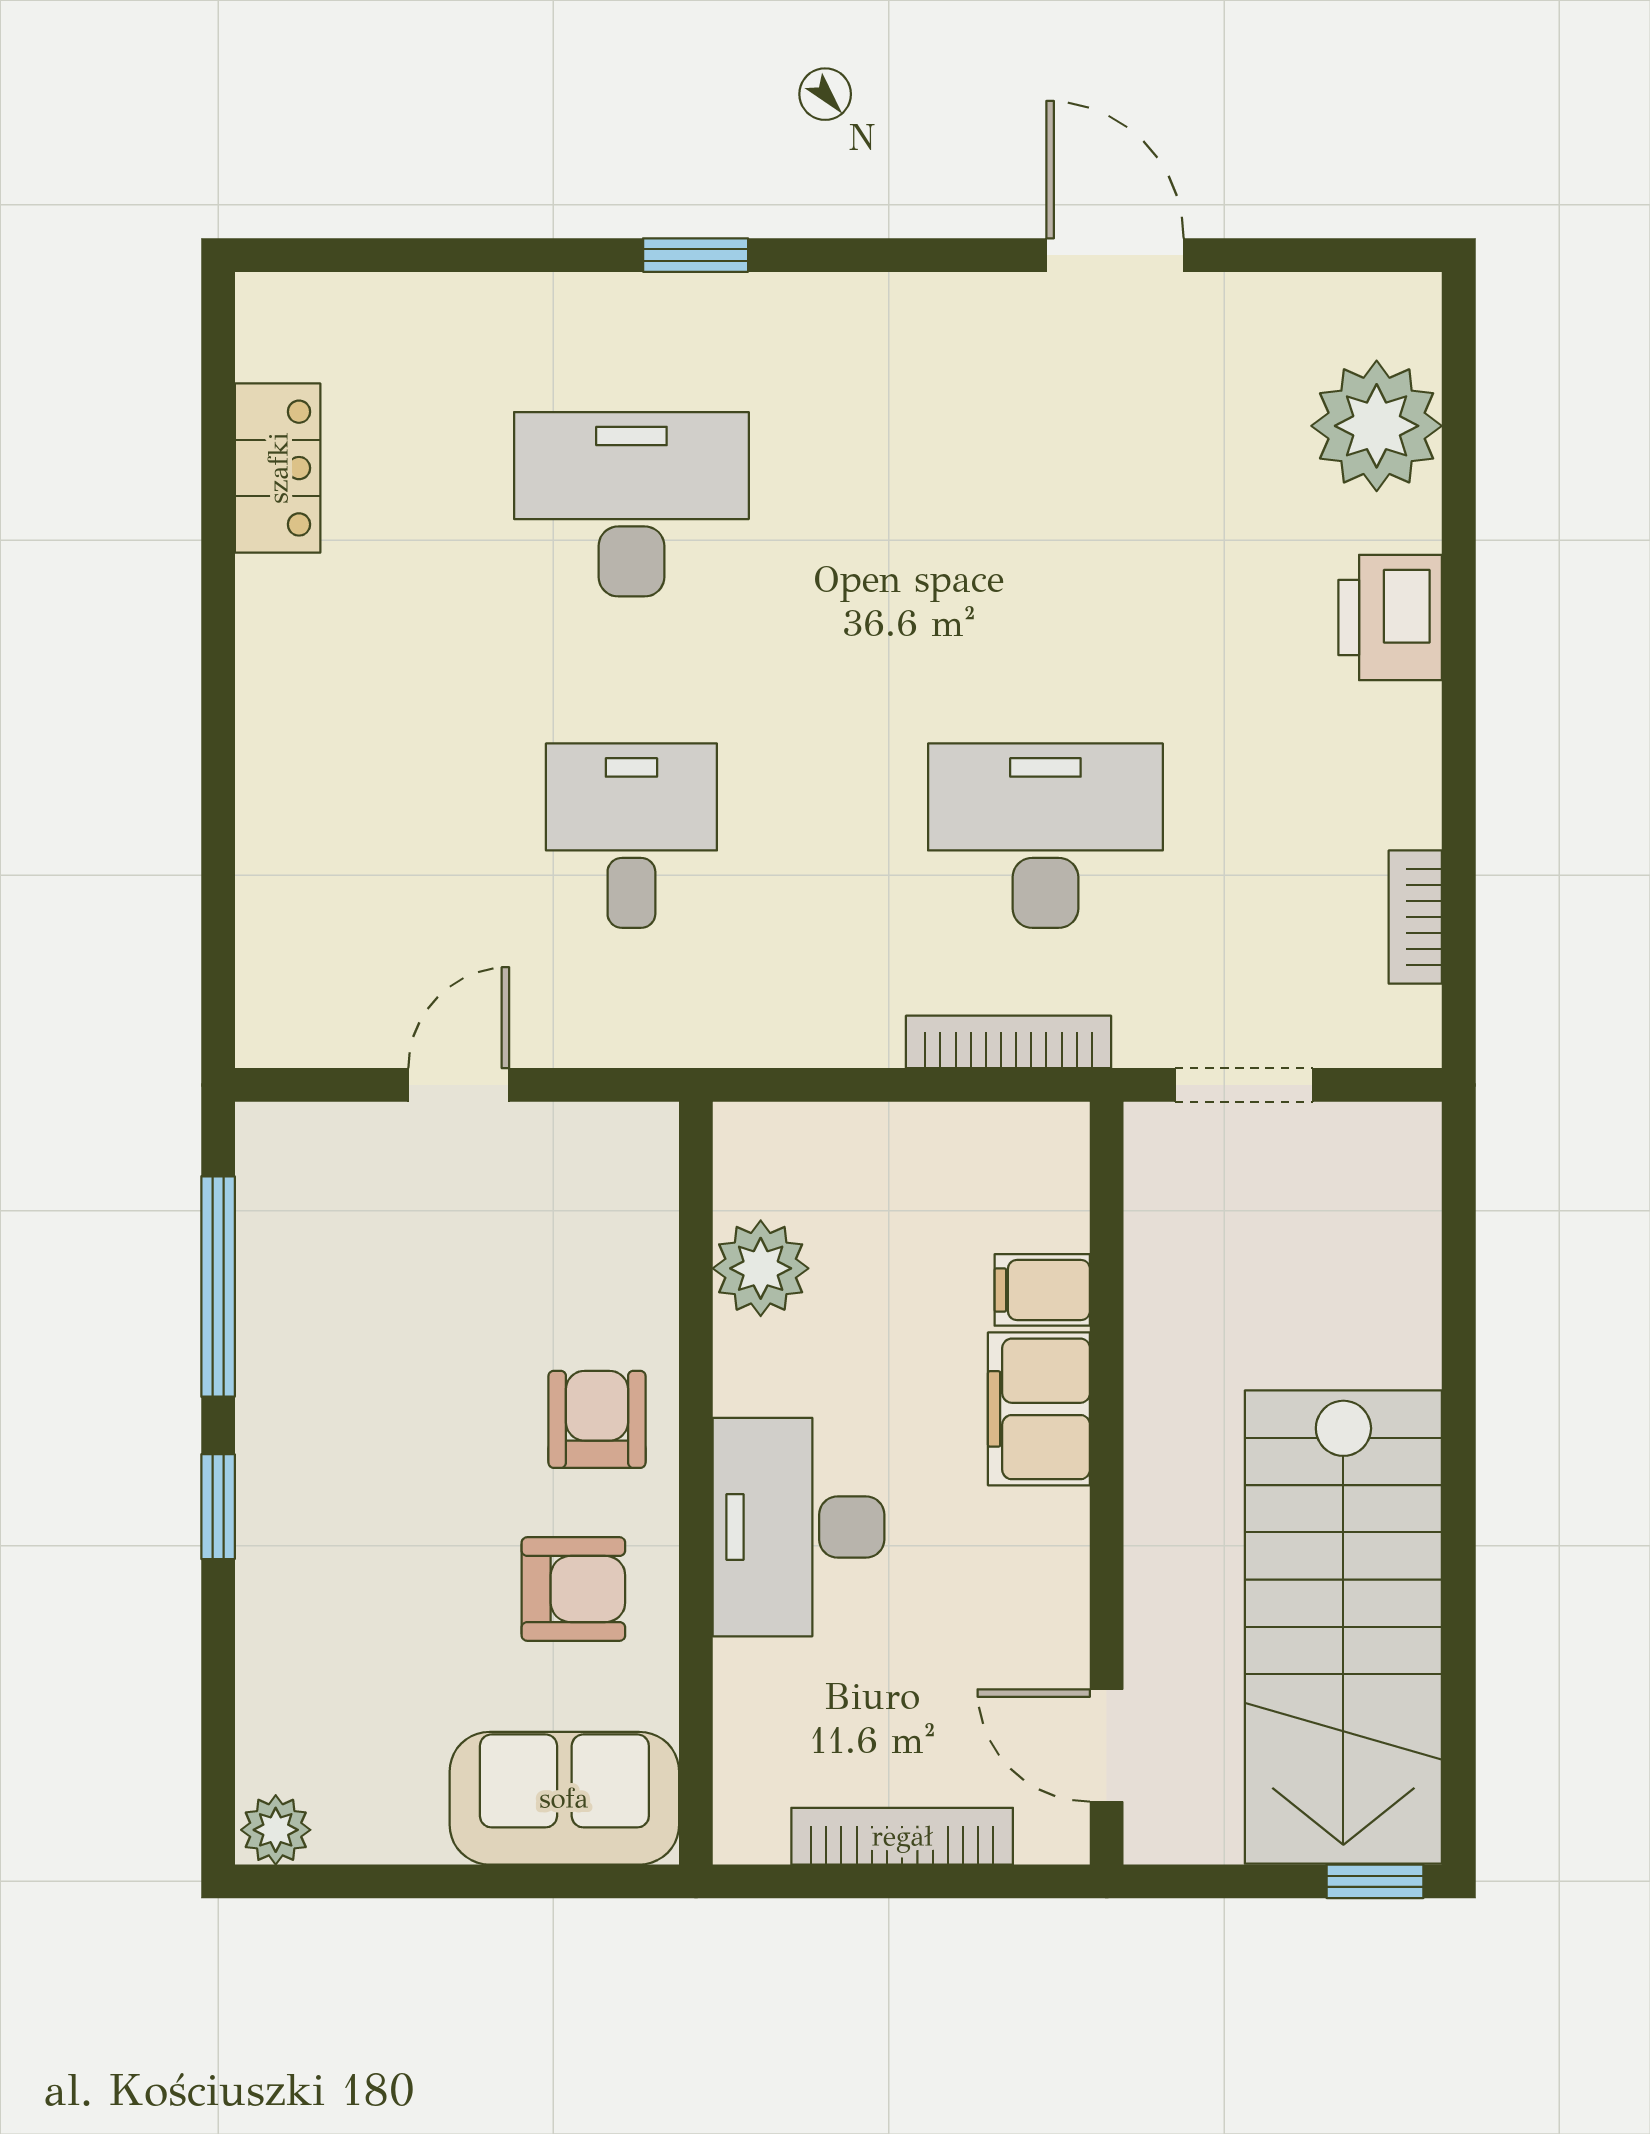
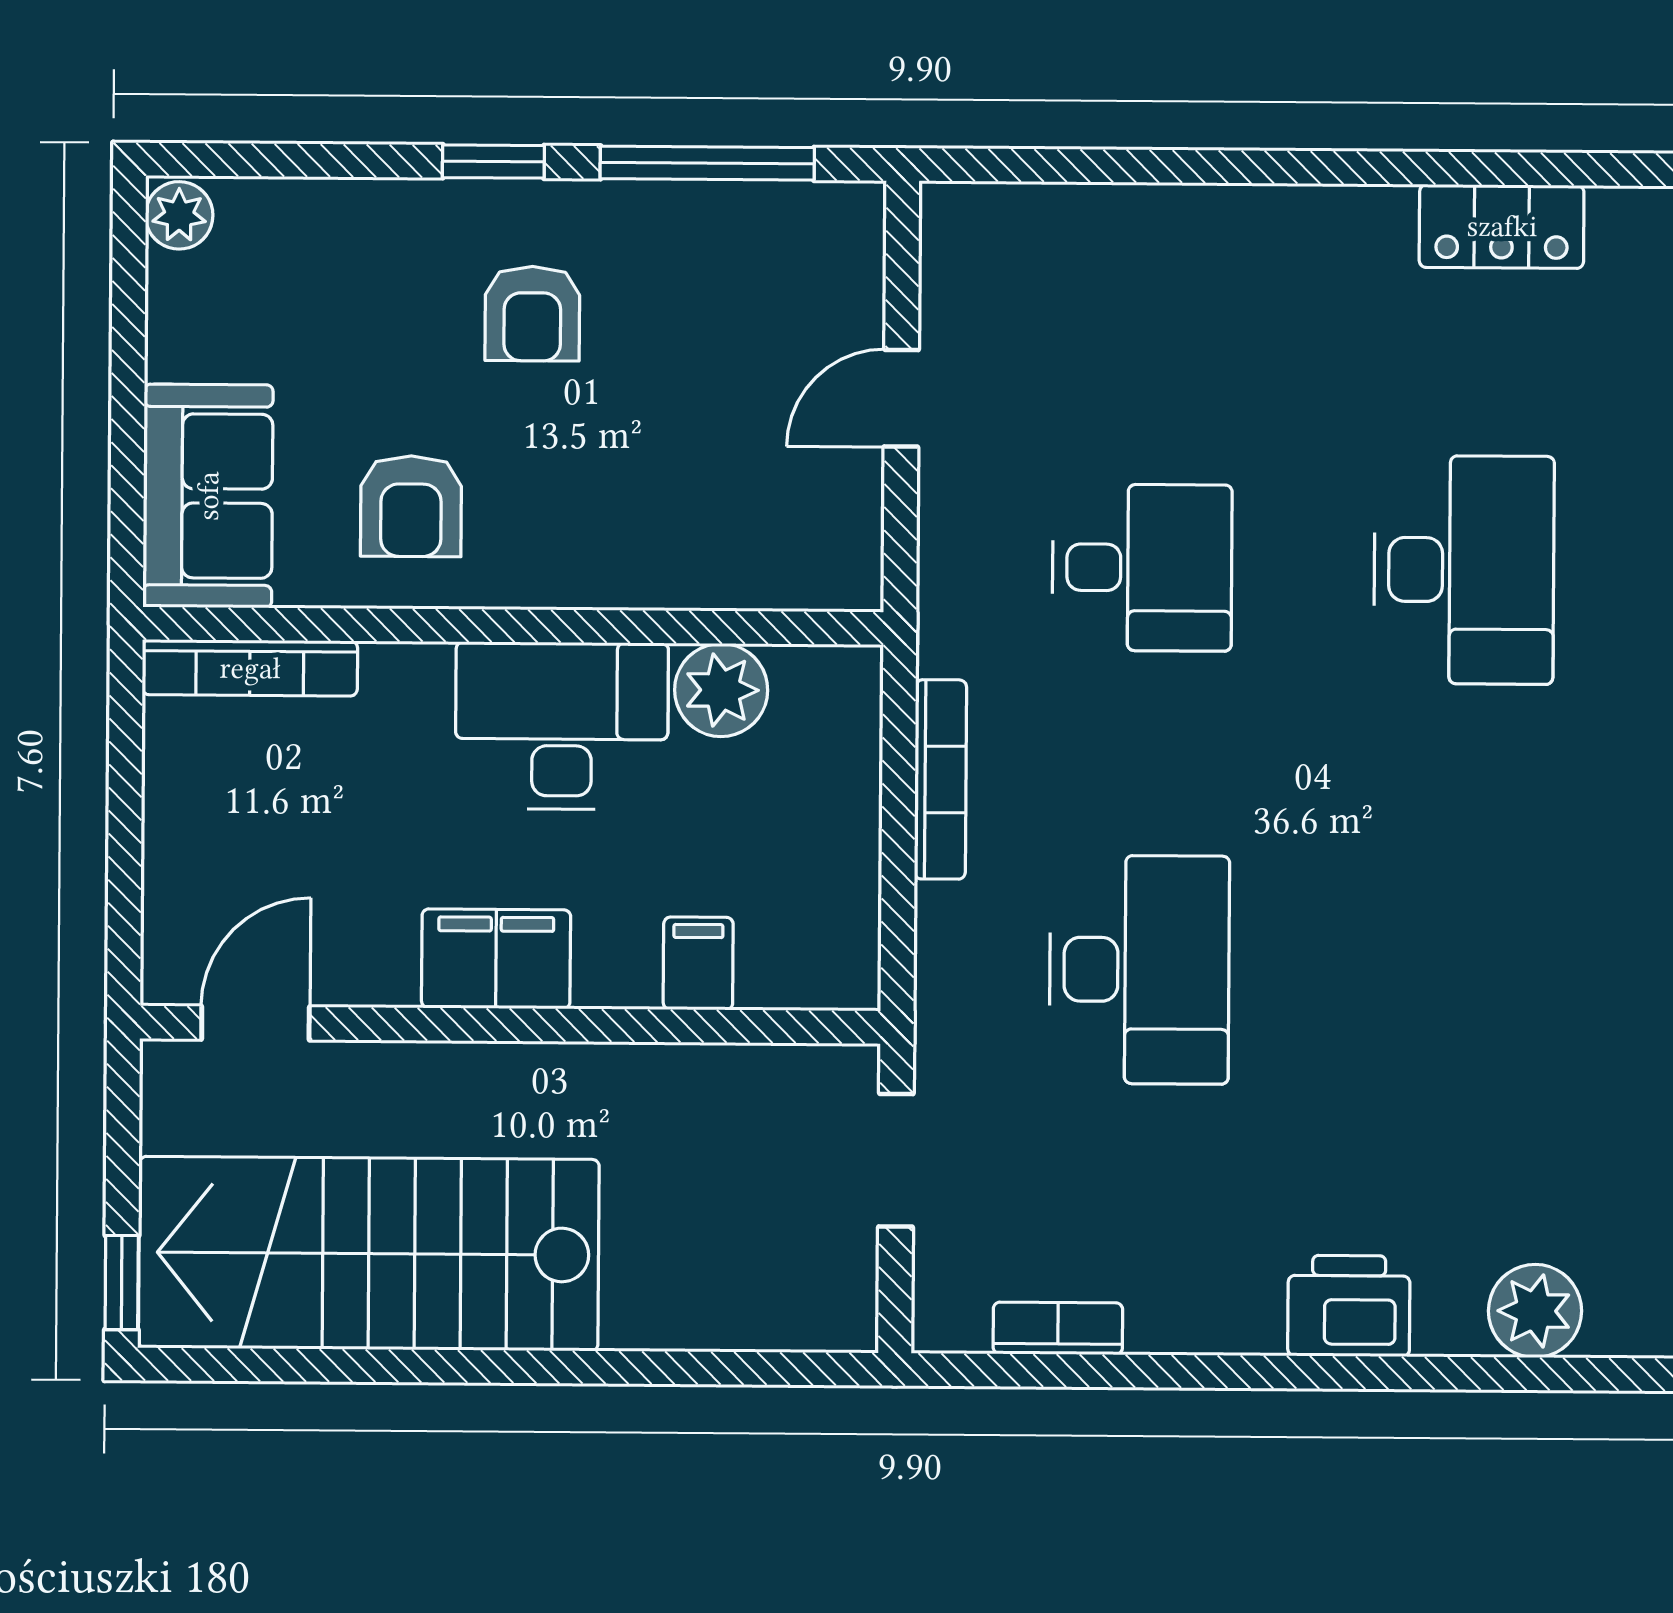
plant: (1377, 426) -> (1535, 1311), width x0.73, depth x0.73
bookcase: (1009, 1042) -> (940, 779), moved
door: (459, 1085) -> (901, 398), swing flipped
filing cabinet: (1039, 1409) -> (496, 959), moved
armchair: (597, 1419) -> (532, 314), moved, turned 90
desk: (799, 1527) -> (562, 726), moved
bookcase: (902, 1836) -> (250, 668), moved, turned 90

